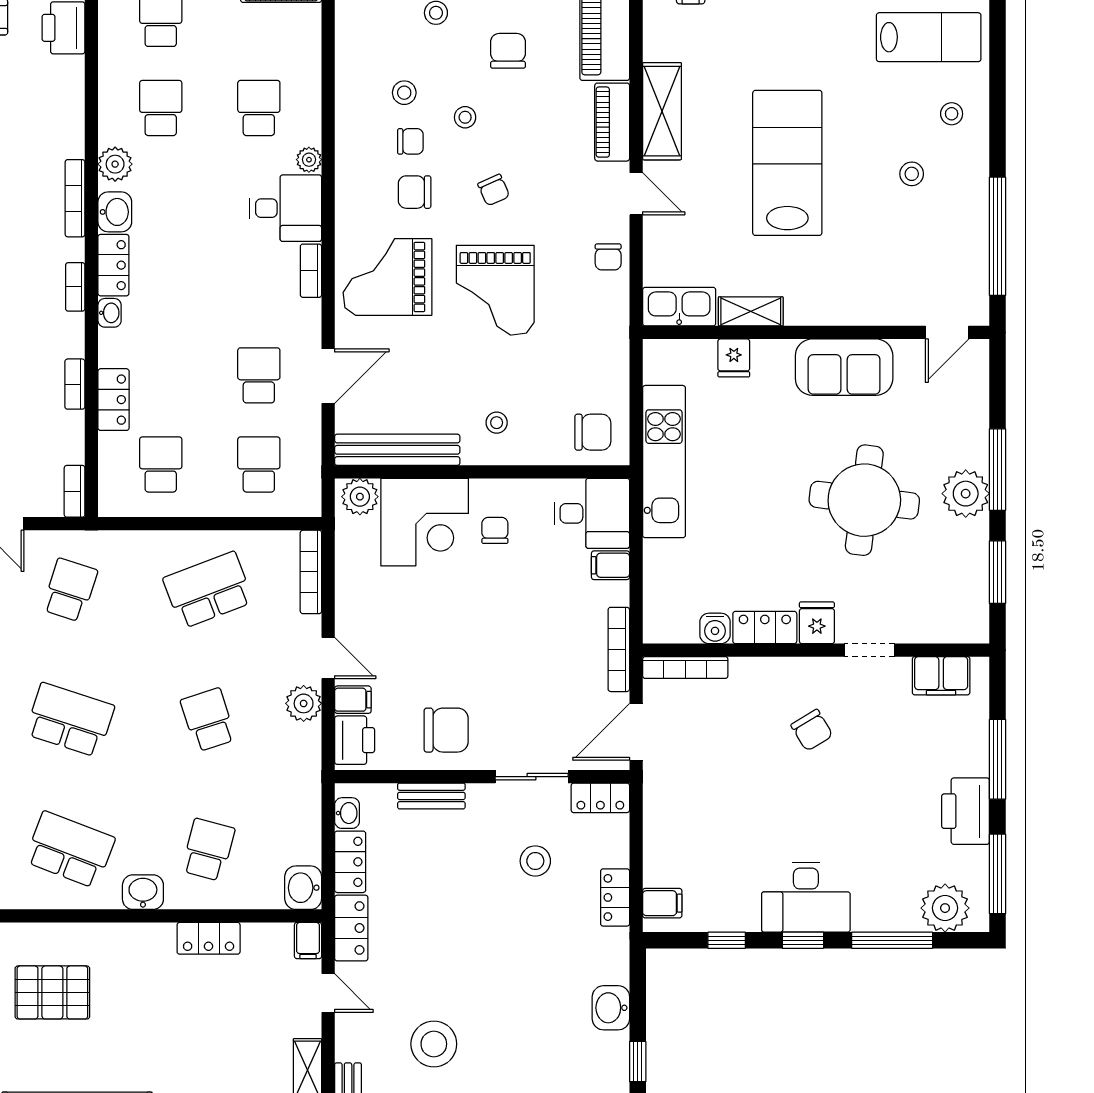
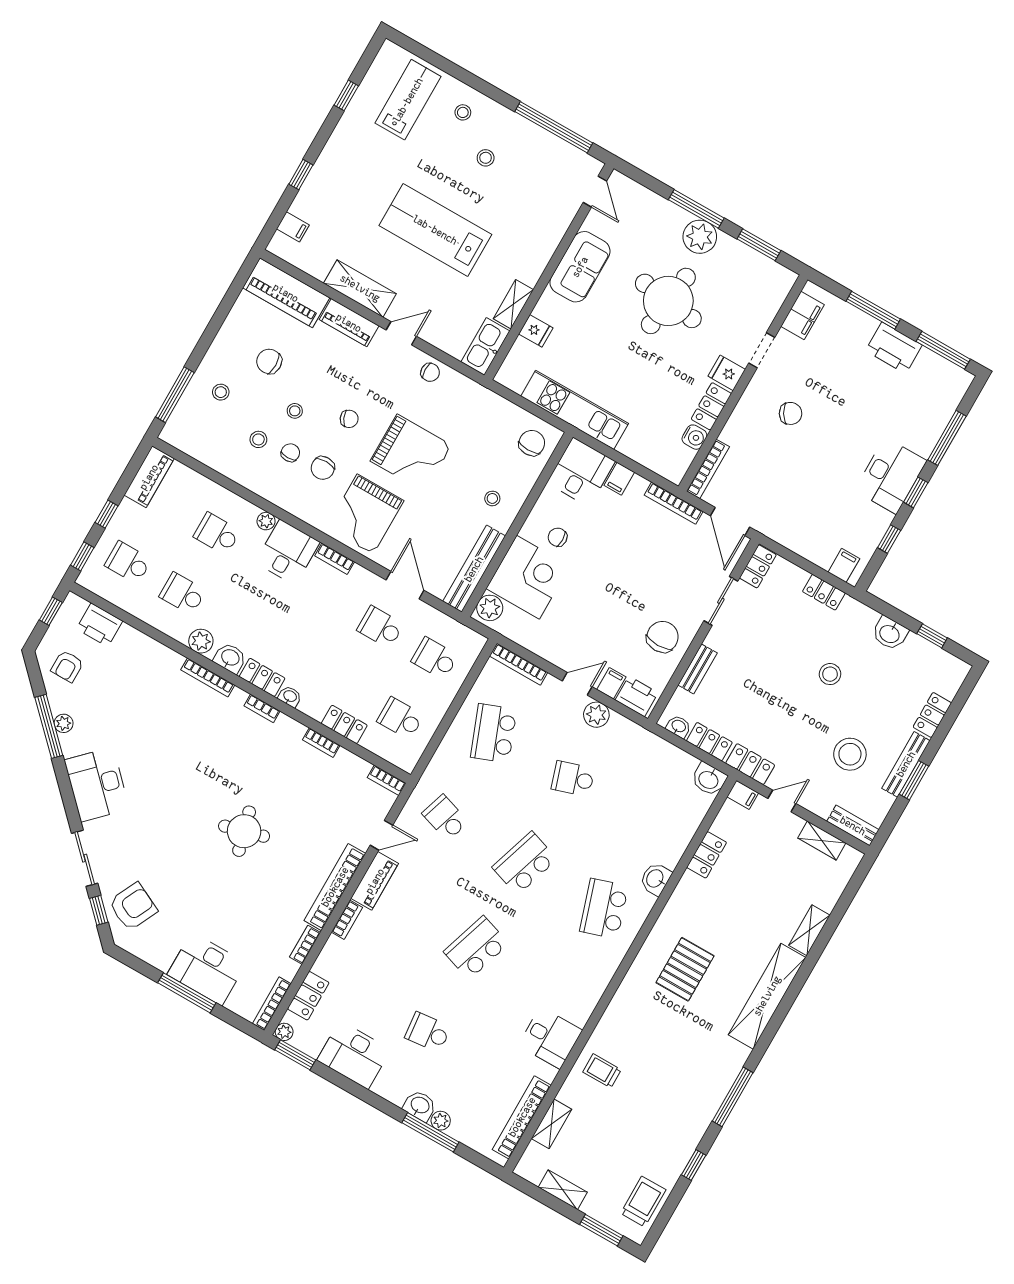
school desk: (70, 850) -> (604, 909), turned -39
school desk: (208, 850) -> (652, 824), removed
stool: (535, 861) -> (830, 674), moved
plant: (945, 908) -> (946, 394), removed

